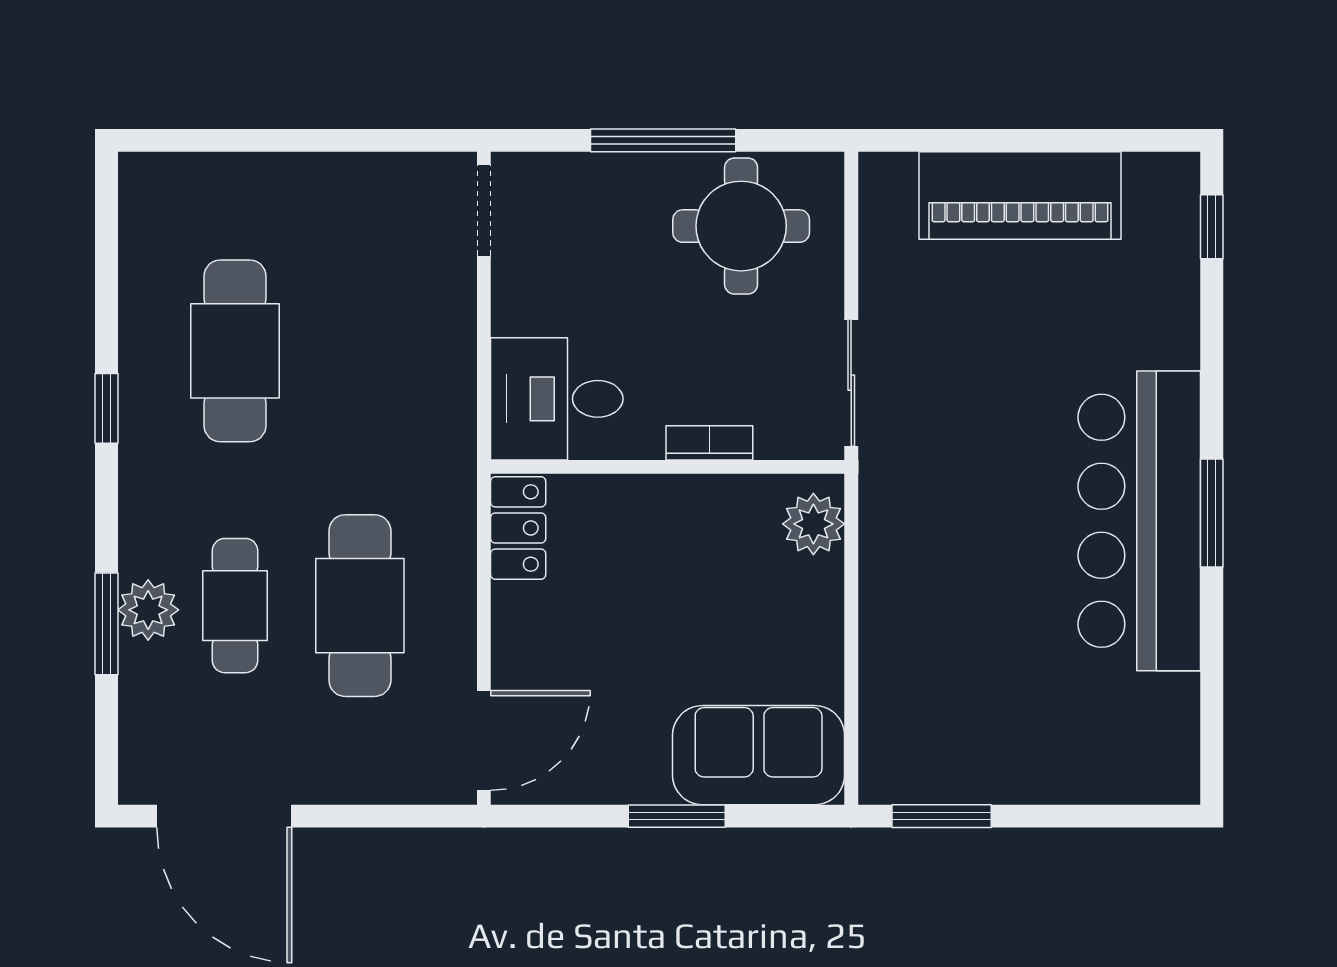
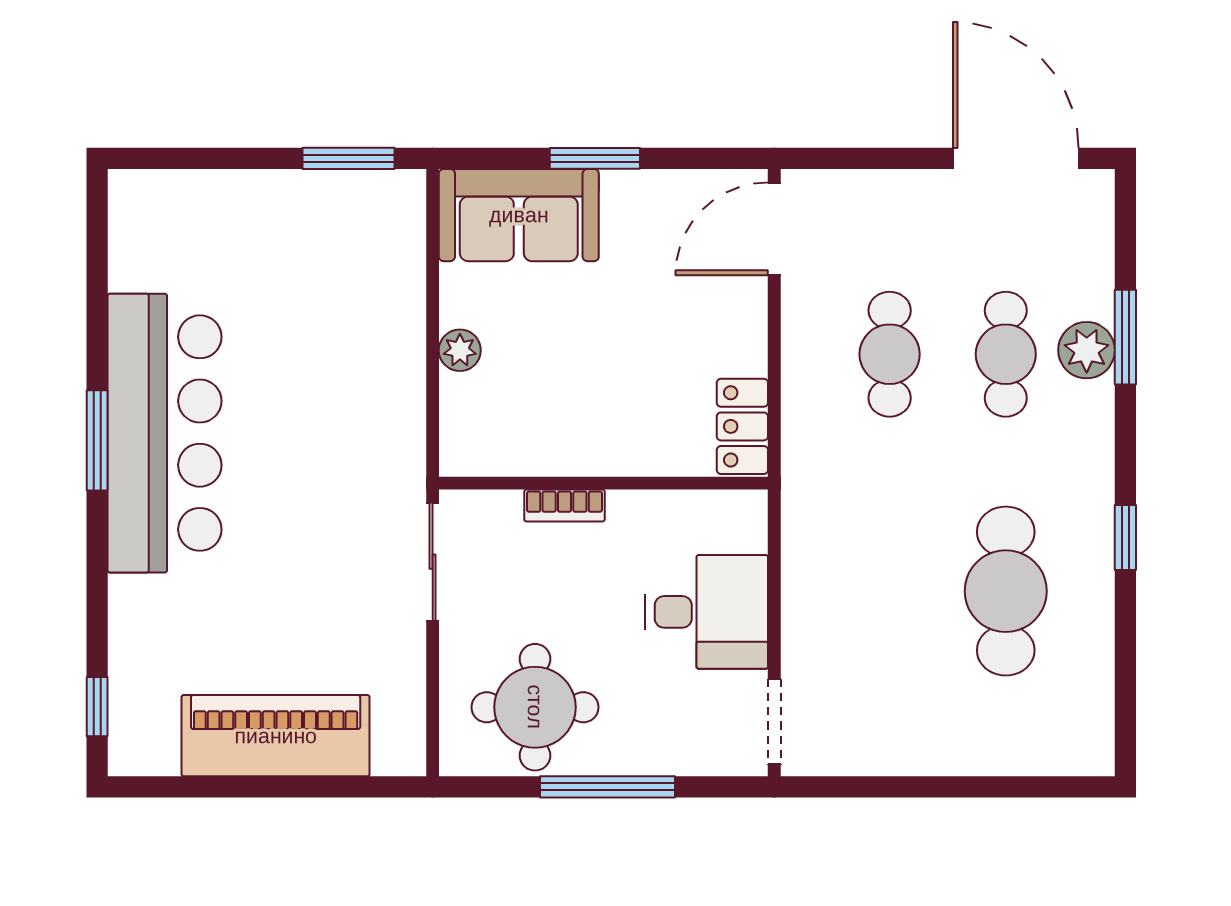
desk: (557, 399) -> (706, 612), moved
plant: (813, 524) -> (460, 350), moved, width x0.73, depth x0.73
cafe table: (360, 606) -> (890, 354), width x0.73, depth x0.74

